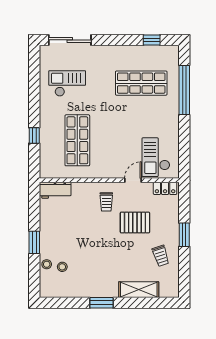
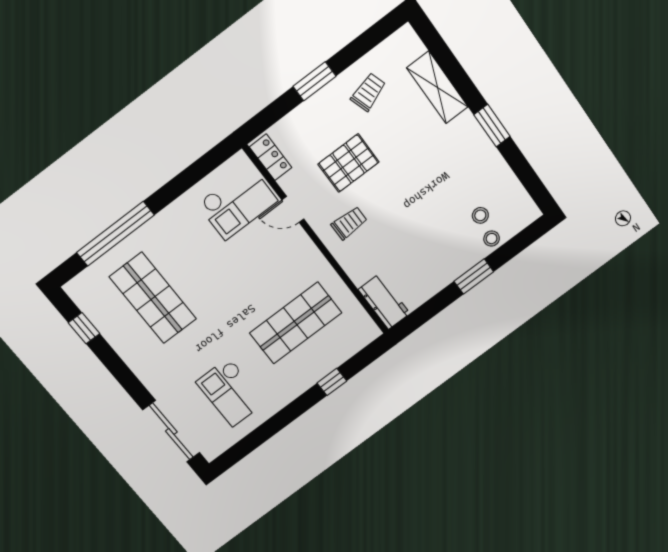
pallet: (135, 222) -> (348, 163), turned 90

